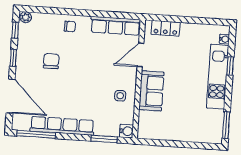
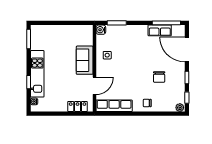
row of seats: (62, 126) -> (160, 30), width x0.50

